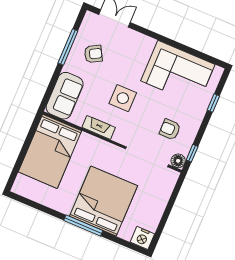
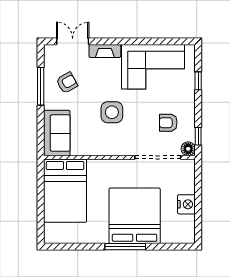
fireplace: (99, 127) -> (105, 51), moved, turned 180
nightstand: (142, 238) -> (186, 204), moved, turned -90

